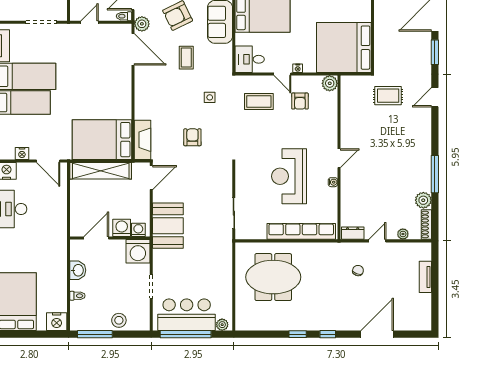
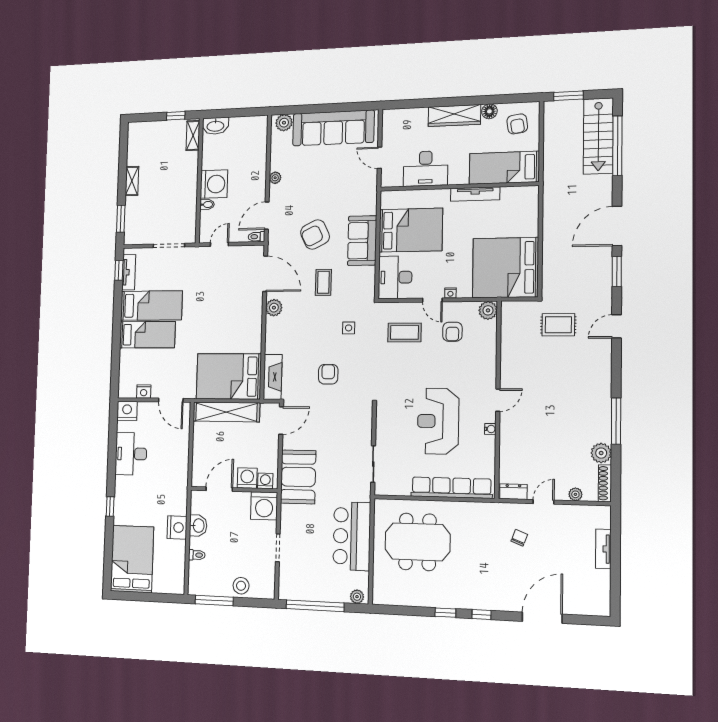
plant: (142, 24) -> (274, 308), moved
desk: (250, 59) -> (395, 277), width x1.37
bar counter: (187, 315) -> (352, 536), moved, turned -90
nightstand: (57, 322) -> (177, 527), moved, turned -90

